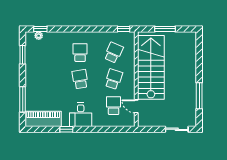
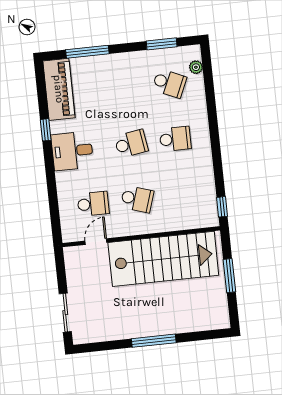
window: (40, 29) -> (207, 69), removed
school desk: (114, 53) -> (169, 83), moved
window: (199, 96) -> (154, 341), moved

